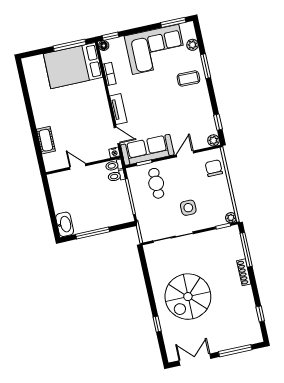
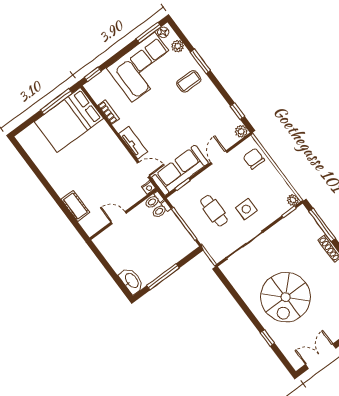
floor lamp: (104, 46) -> (163, 32), moved
cafe table: (156, 183) -> (214, 211), moved

